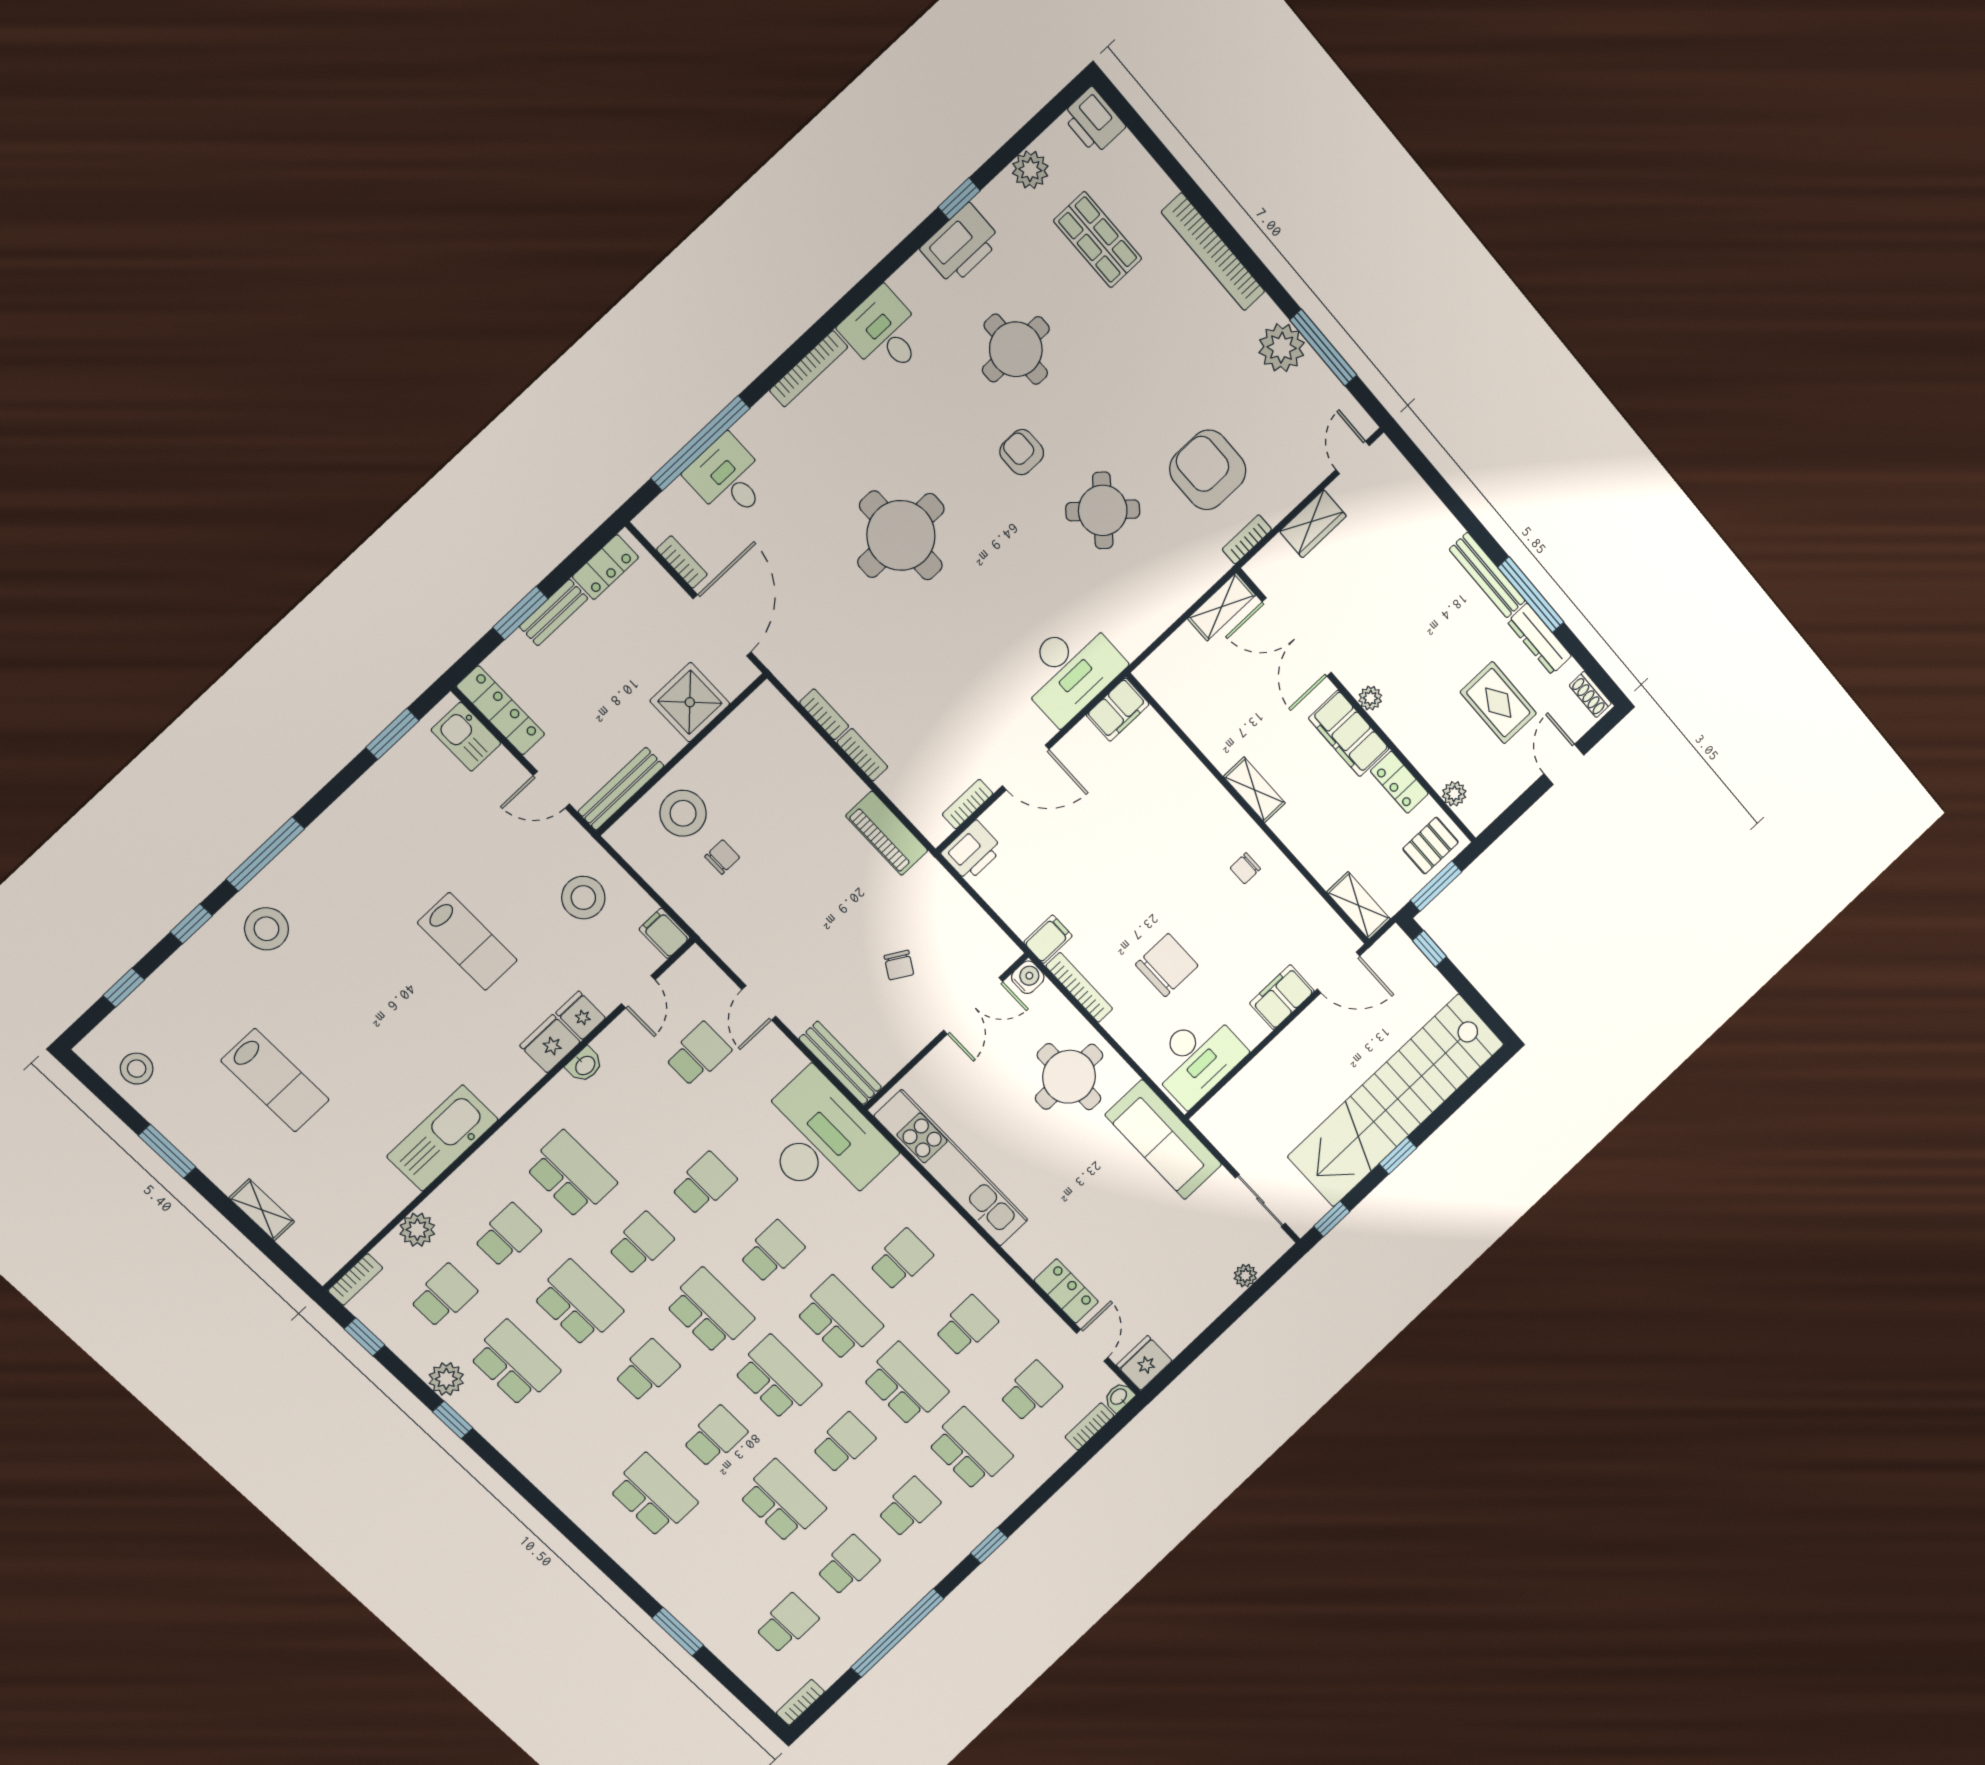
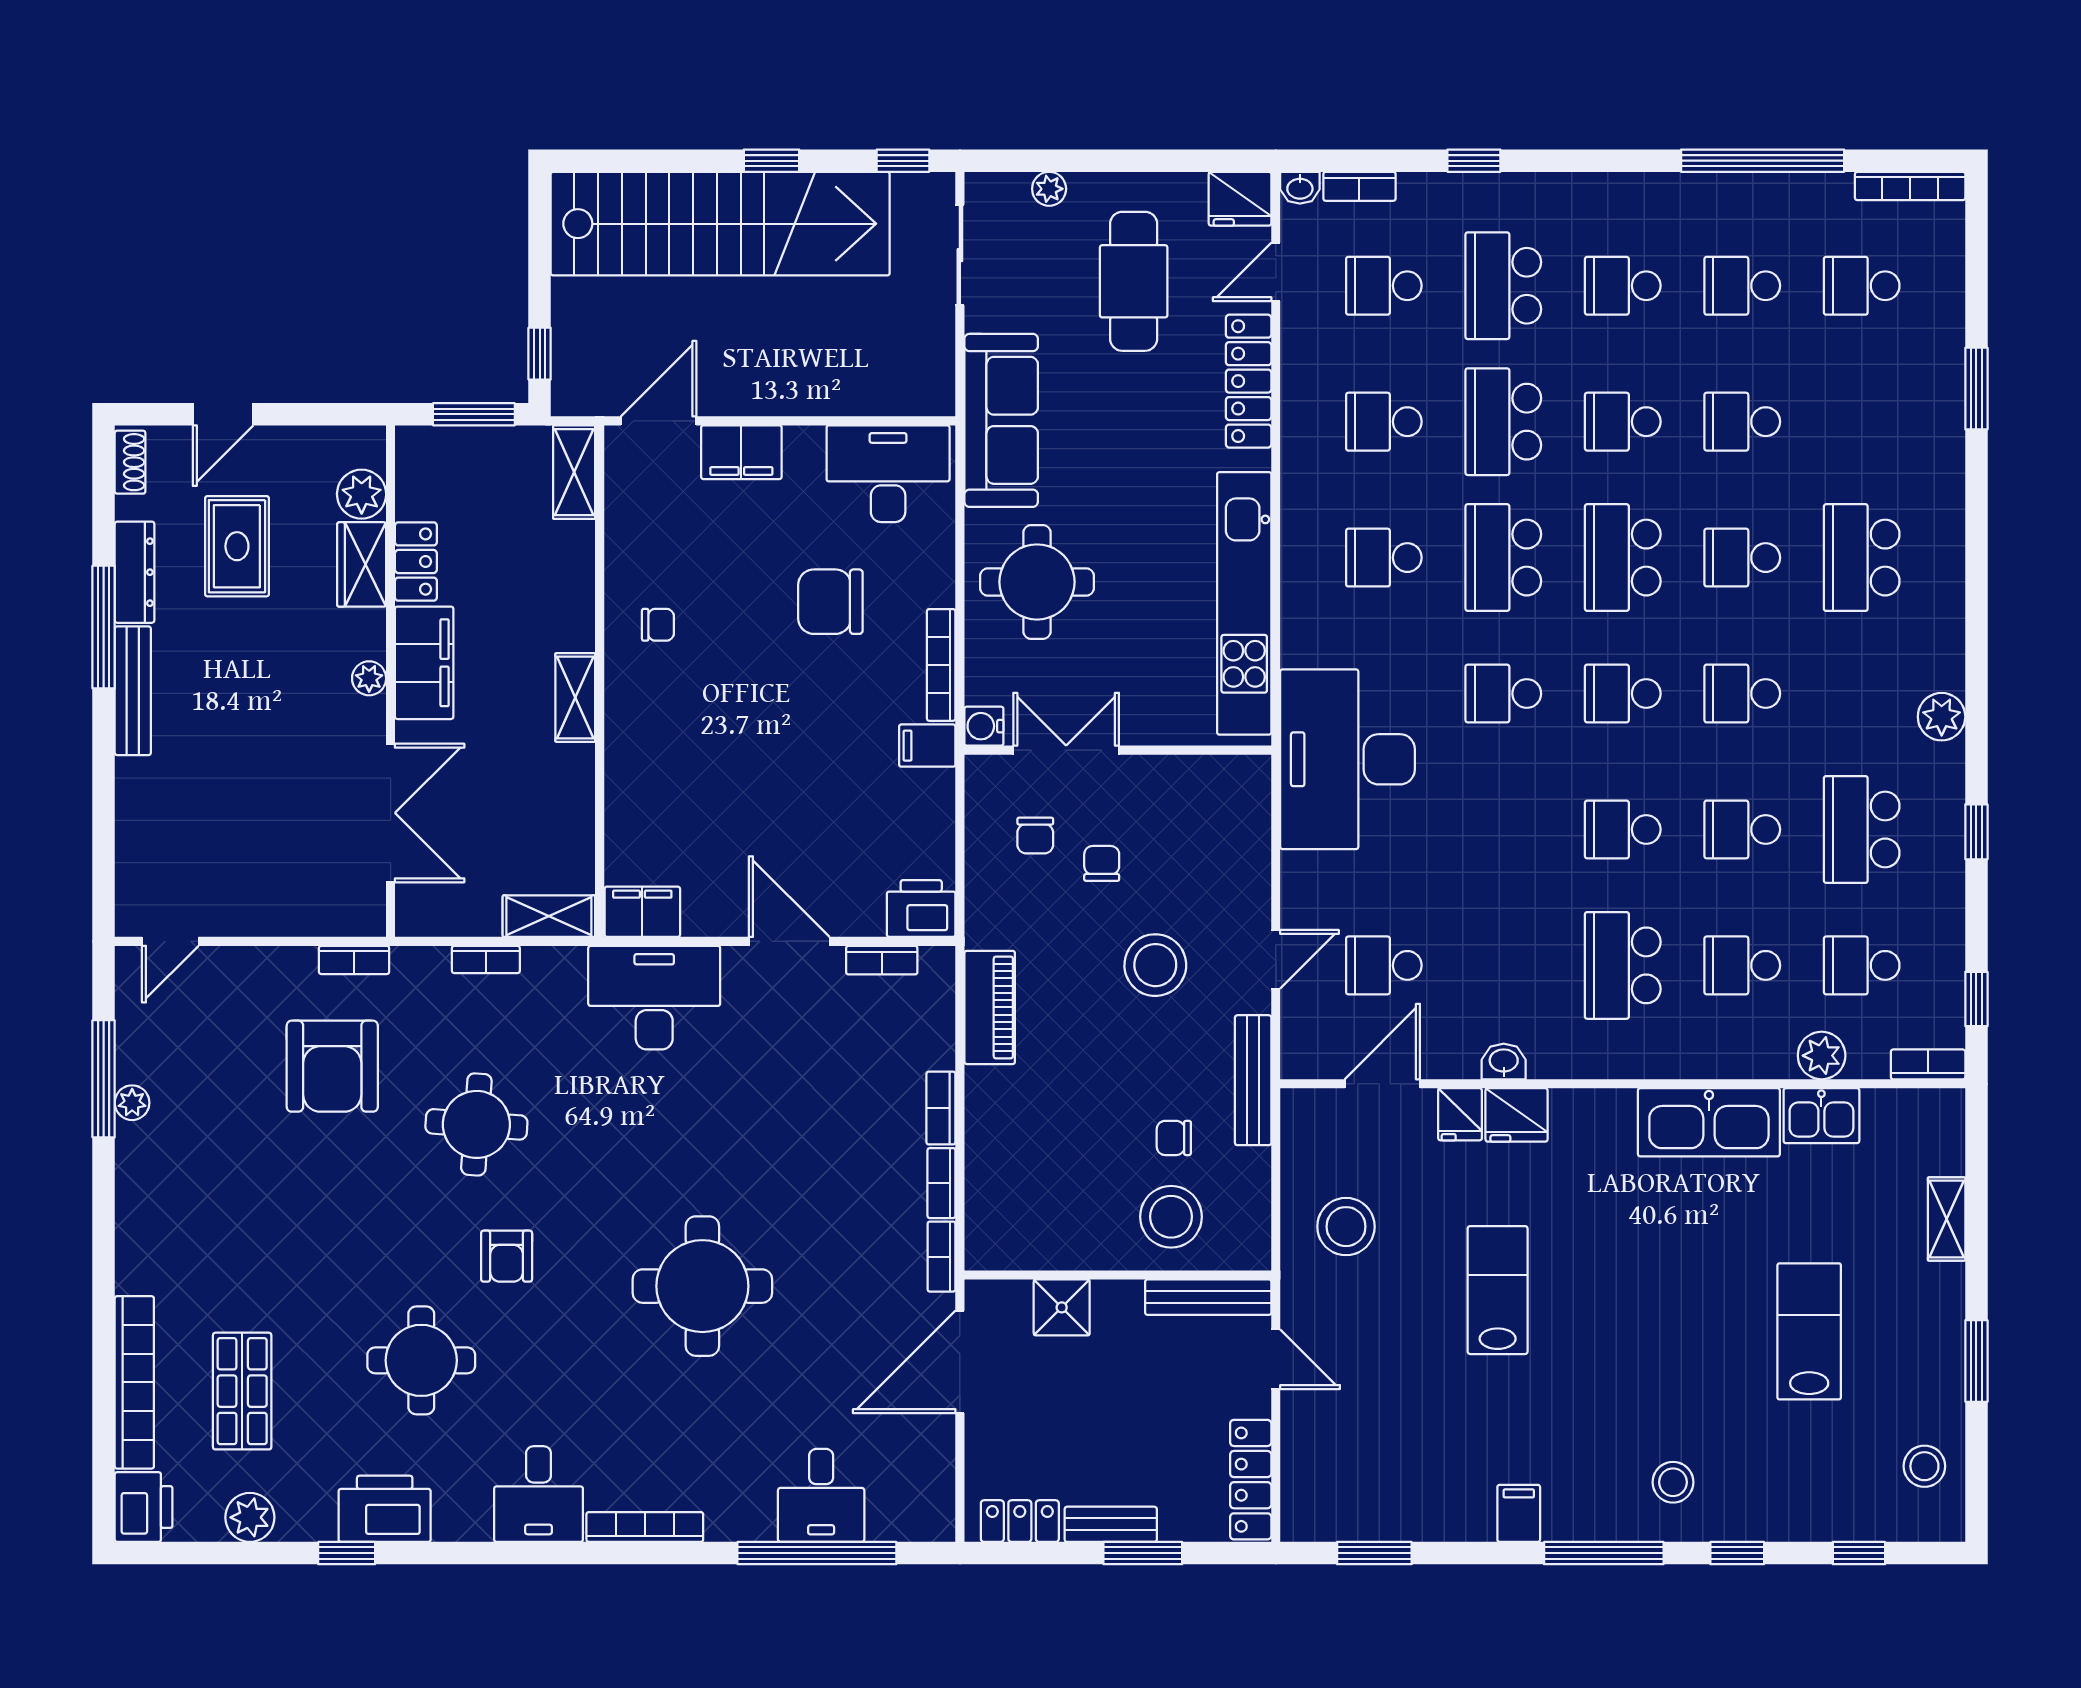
bookcase: (1213, 252) -> (134, 1382), moved
plant: (1282, 348) -> (132, 1103), width x0.53, depth x0.53
round table: (1103, 510) -> (476, 1124), turned -36
wardrobe: (1313, 524) -> (362, 564), moved, turned -90
bookcase: (682, 562) -> (941, 1257), moved
bookcase: (1177, 606) -> (486, 959), added
shelving: (1222, 607) -> (549, 916), moved
shower: (690, 702) -> (1062, 1307), width x0.73, depth x0.73
kitchen sink: (466, 737) -> (1821, 1116), moved, turned 90
plant: (1454, 794) -> (362, 494), width x1.38, depth x1.38
pallet: (1431, 846) -> (442, 463), removed
stool: (266, 929) -> (1673, 1482), width x0.73, depth x0.73
filing cabinet: (665, 933) -> (1519, 1513), moved, turned 180
stool: (820, 939) -> (1155, 965), added
chair: (948, 946) -> (1035, 835), added
chair: (899, 965) -> (1102, 863), turned -31
door: (1339, 973) -> (659, 421), hinge flipped
door: (638, 992) -> (1382, 1084), width x1.38
bench: (840, 1063) -> (1253, 1080), moved
school desk: (704, 1184) -> (1503, 829), removed
cafe table: (1160, 1272) -> (1134, 281), added
locker: (1066, 1291) -> (1249, 381), width x1.53
school desk: (578, 1303) -> (1742, 829), width x0.54
school desk: (710, 1311) -> (1623, 694), width x0.54
plant: (446, 1379) -> (1942, 717), moved
school desk: (782, 1501) -> (1742, 422), width x0.54
window: (989, 1545) -> (1474, 161), moved
bookcase: (800, 1702) -> (1910, 186), width x1.56

